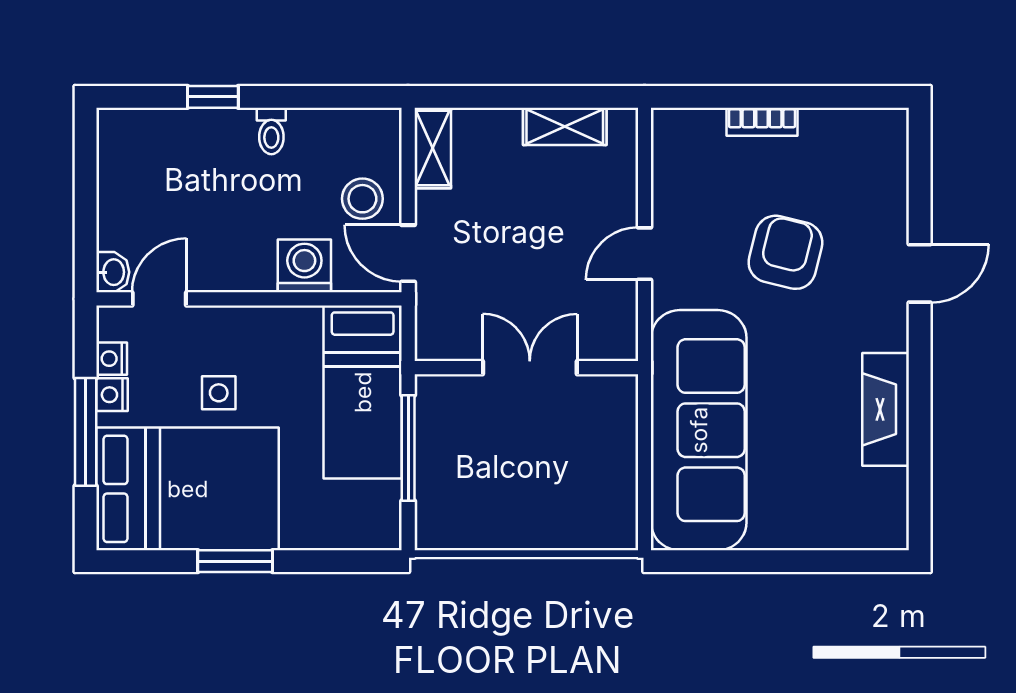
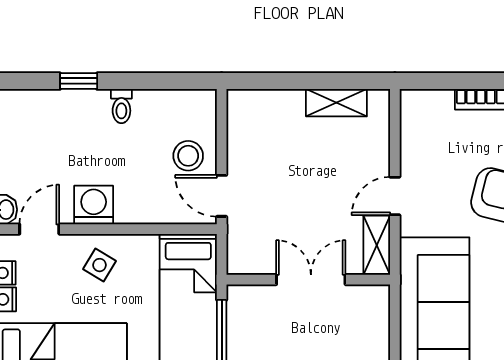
shelving: (433, 148) -> (377, 245), moved
washing machine: (304, 266) -> (94, 205), moved
side table: (219, 393) -> (100, 265), moved, turned 31

